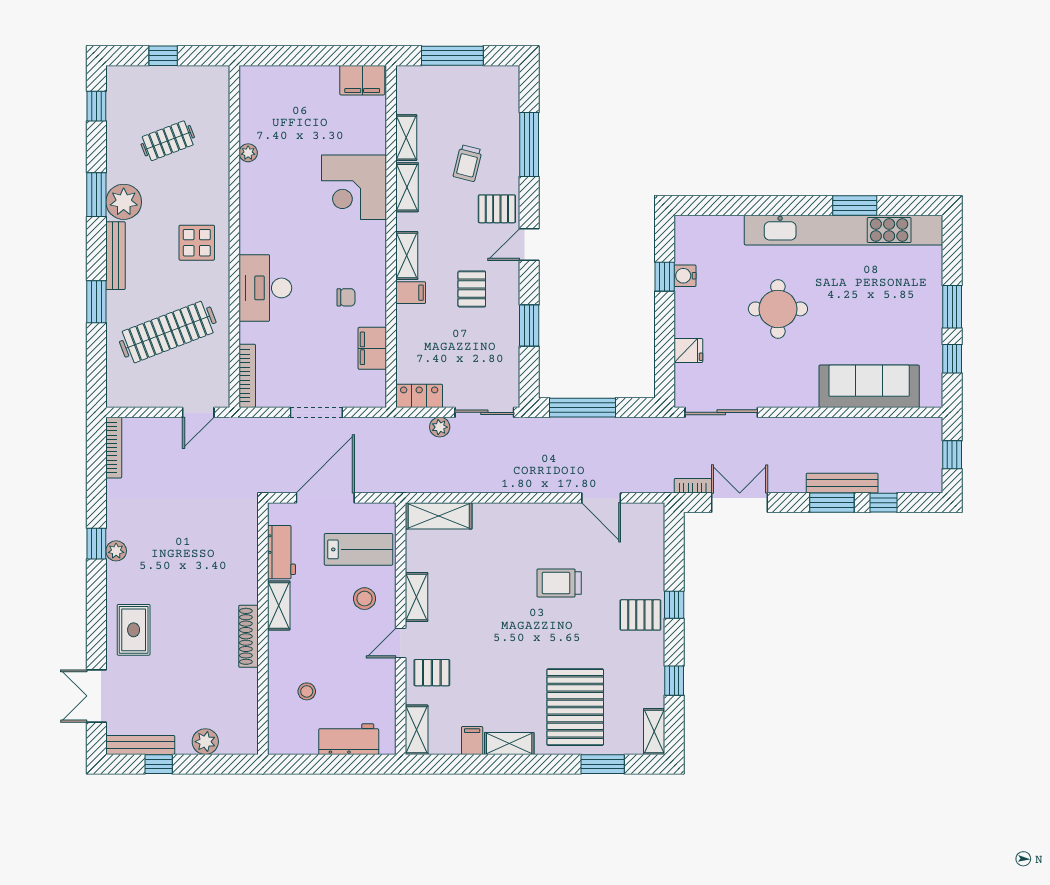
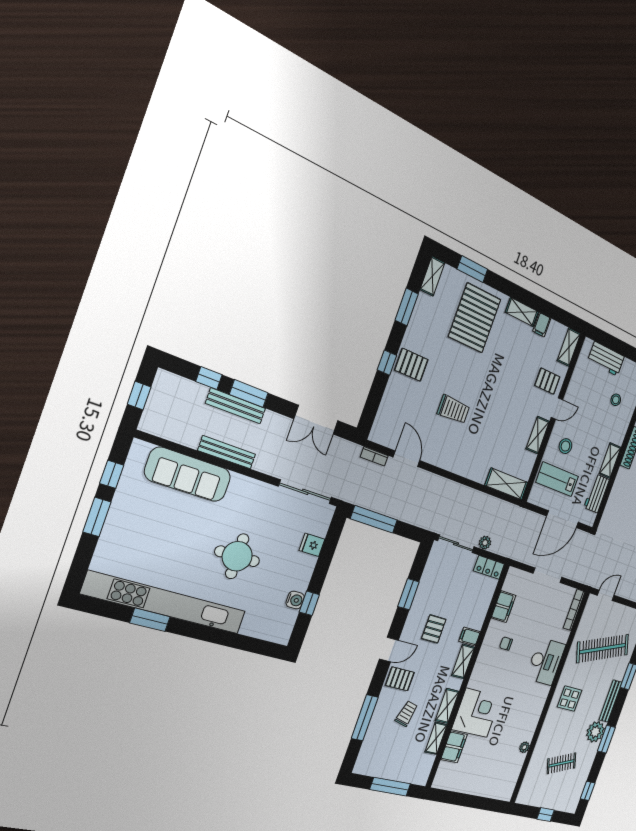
filing cabinet: (362, 80) -> (454, 747), moved, turned 90
window: (582, 408) -> (374, 519), moved
bench: (834, 427) -> (227, 452), added
bookcase: (693, 486) -> (374, 456), moved
window: (674, 681) -> (407, 307), width x1.50

